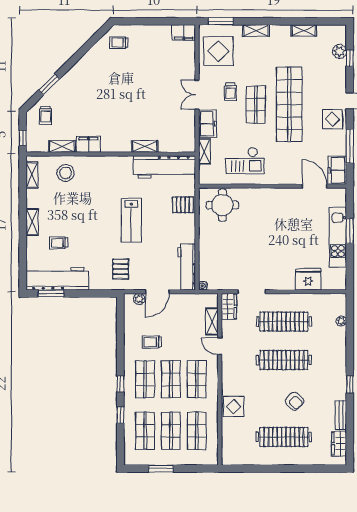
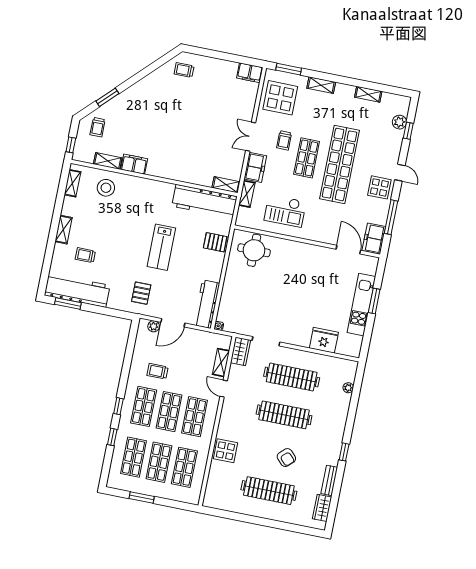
shelving: (145, 147) -> (226, 185), moved

